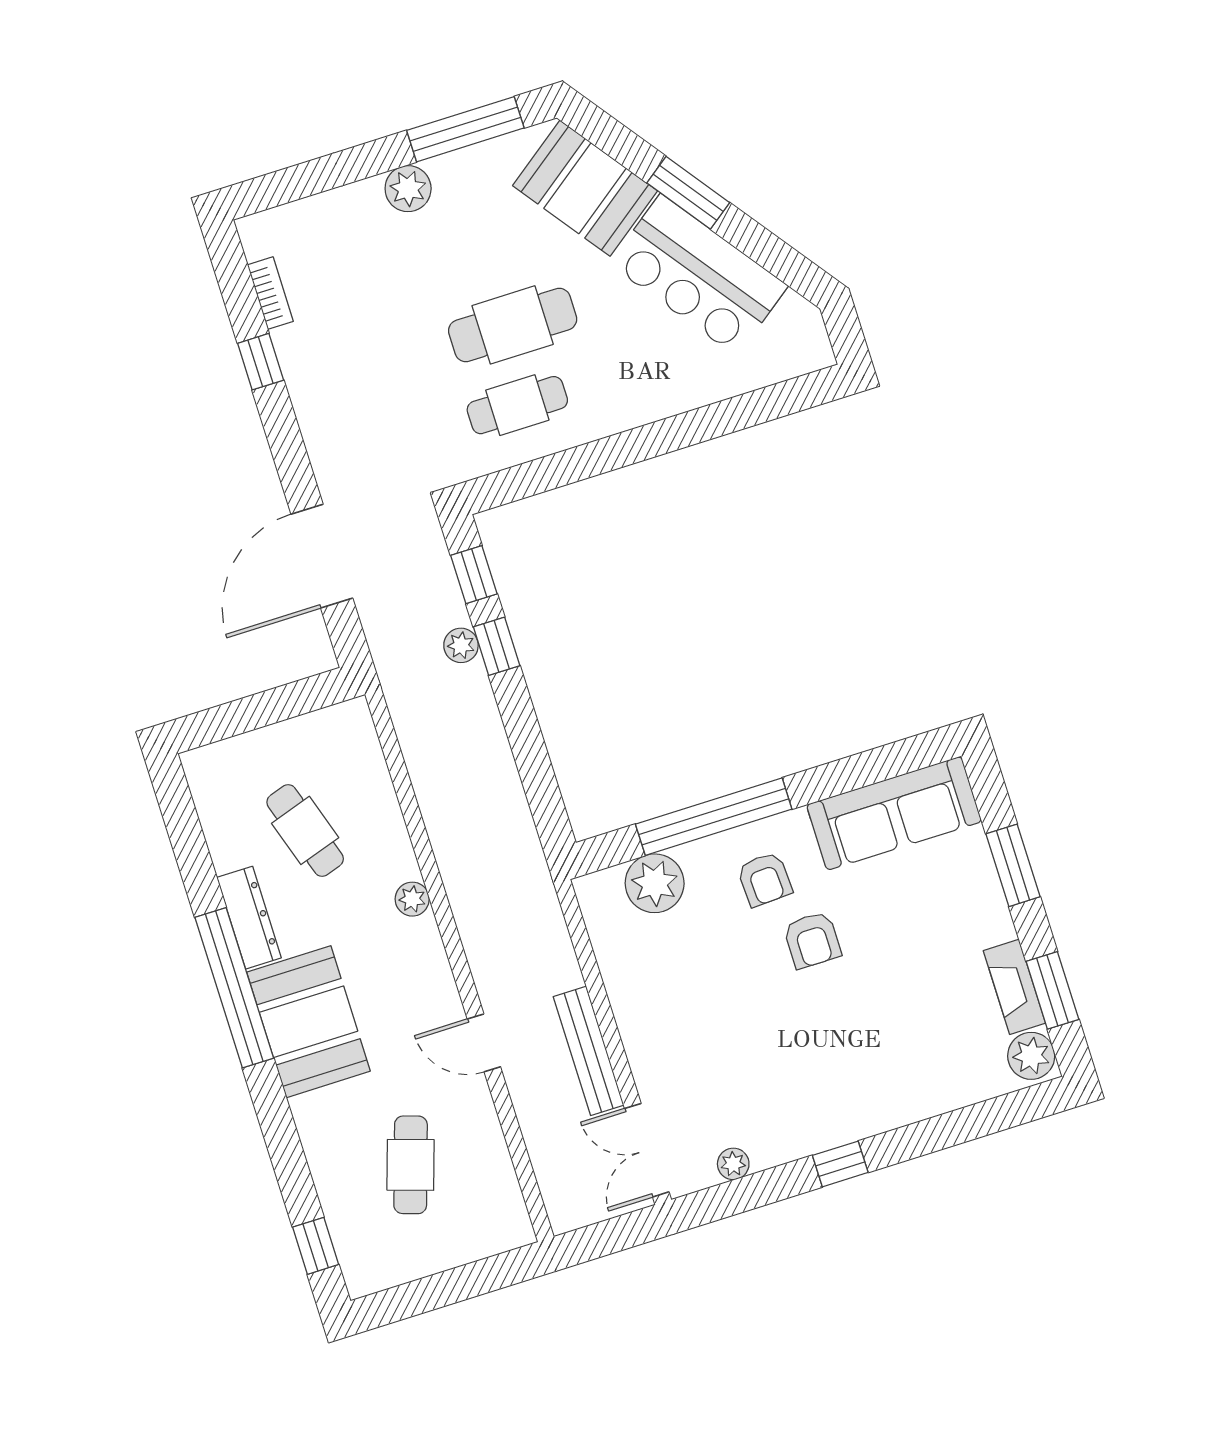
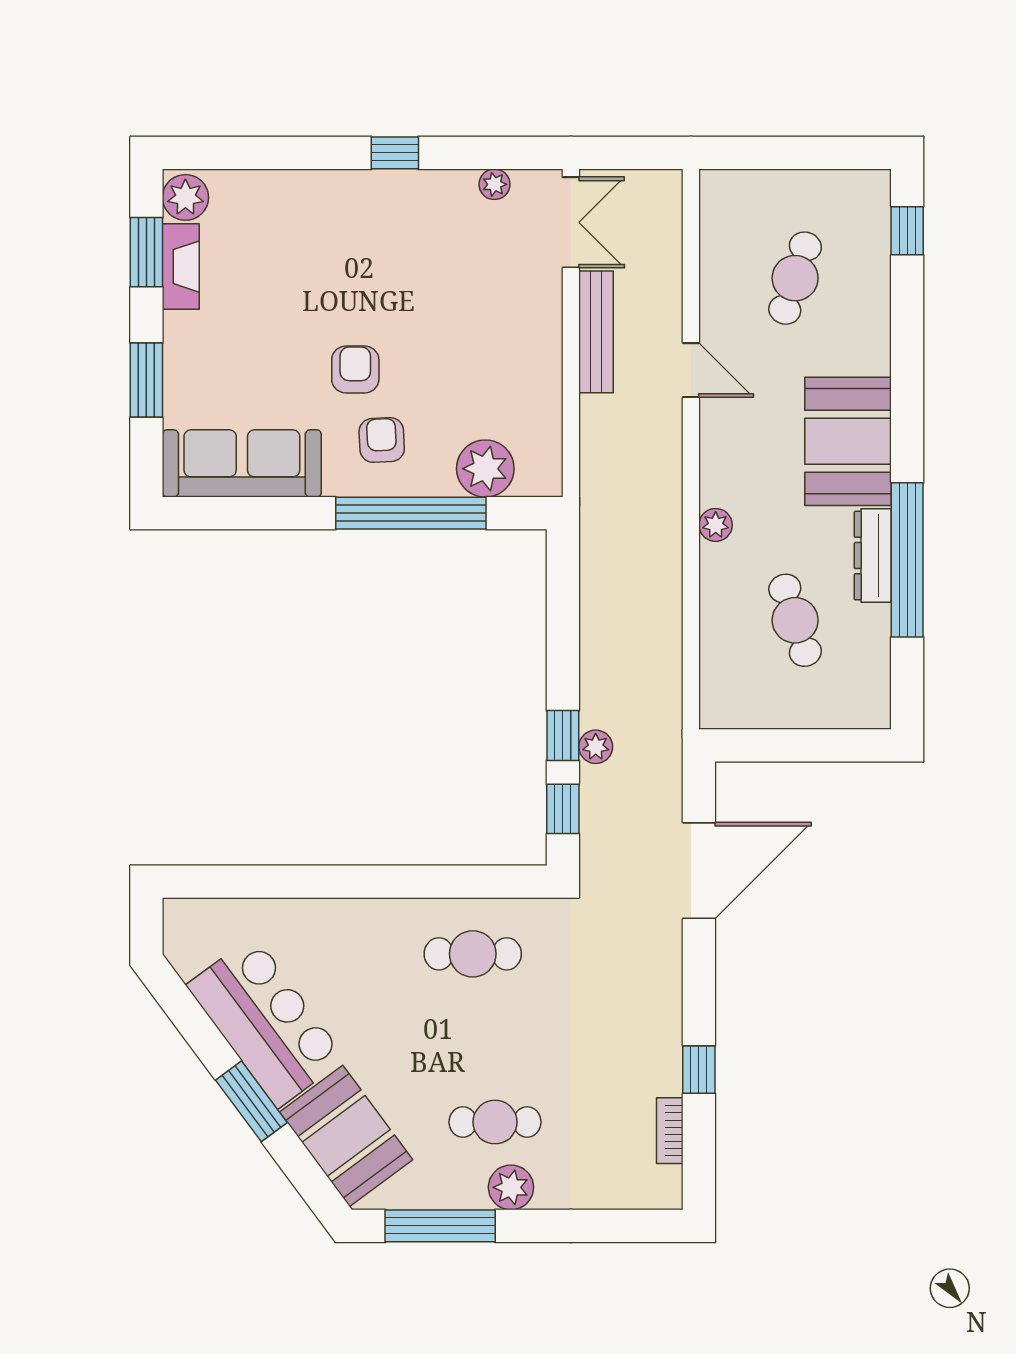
cafe table: (513, 325) -> (495, 1122), moved, width x0.73, depth x0.74
window: (234, 988) -> (907, 560), moved

